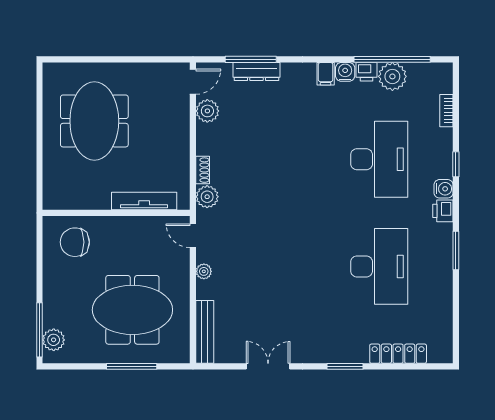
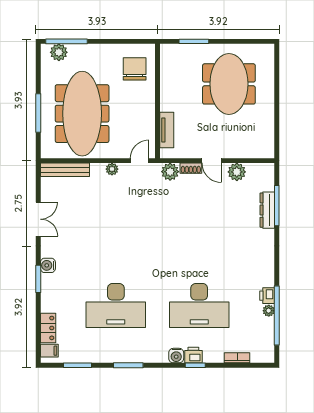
water cooler: (345, 72) -> (48, 265), moved, turned 180
filing cabinet: (326, 74) -> (49, 351), moved, turned 180
plant: (392, 76) -> (269, 311), width x0.53, depth x0.53
door: (193, 82) -> (212, 161), moved
meeting table: (94, 121) -> (229, 84), turned 90
window: (40, 166) -> (194, 41), added
tv unit: (144, 201) -> (167, 130), width x0.71
printer: (443, 211) -> (193, 355), moved
meeting table: (132, 310) -> (82, 114), width x1.36
window: (456, 316) -> (78, 365), added
locker: (398, 354) -> (48, 328), width x0.66

